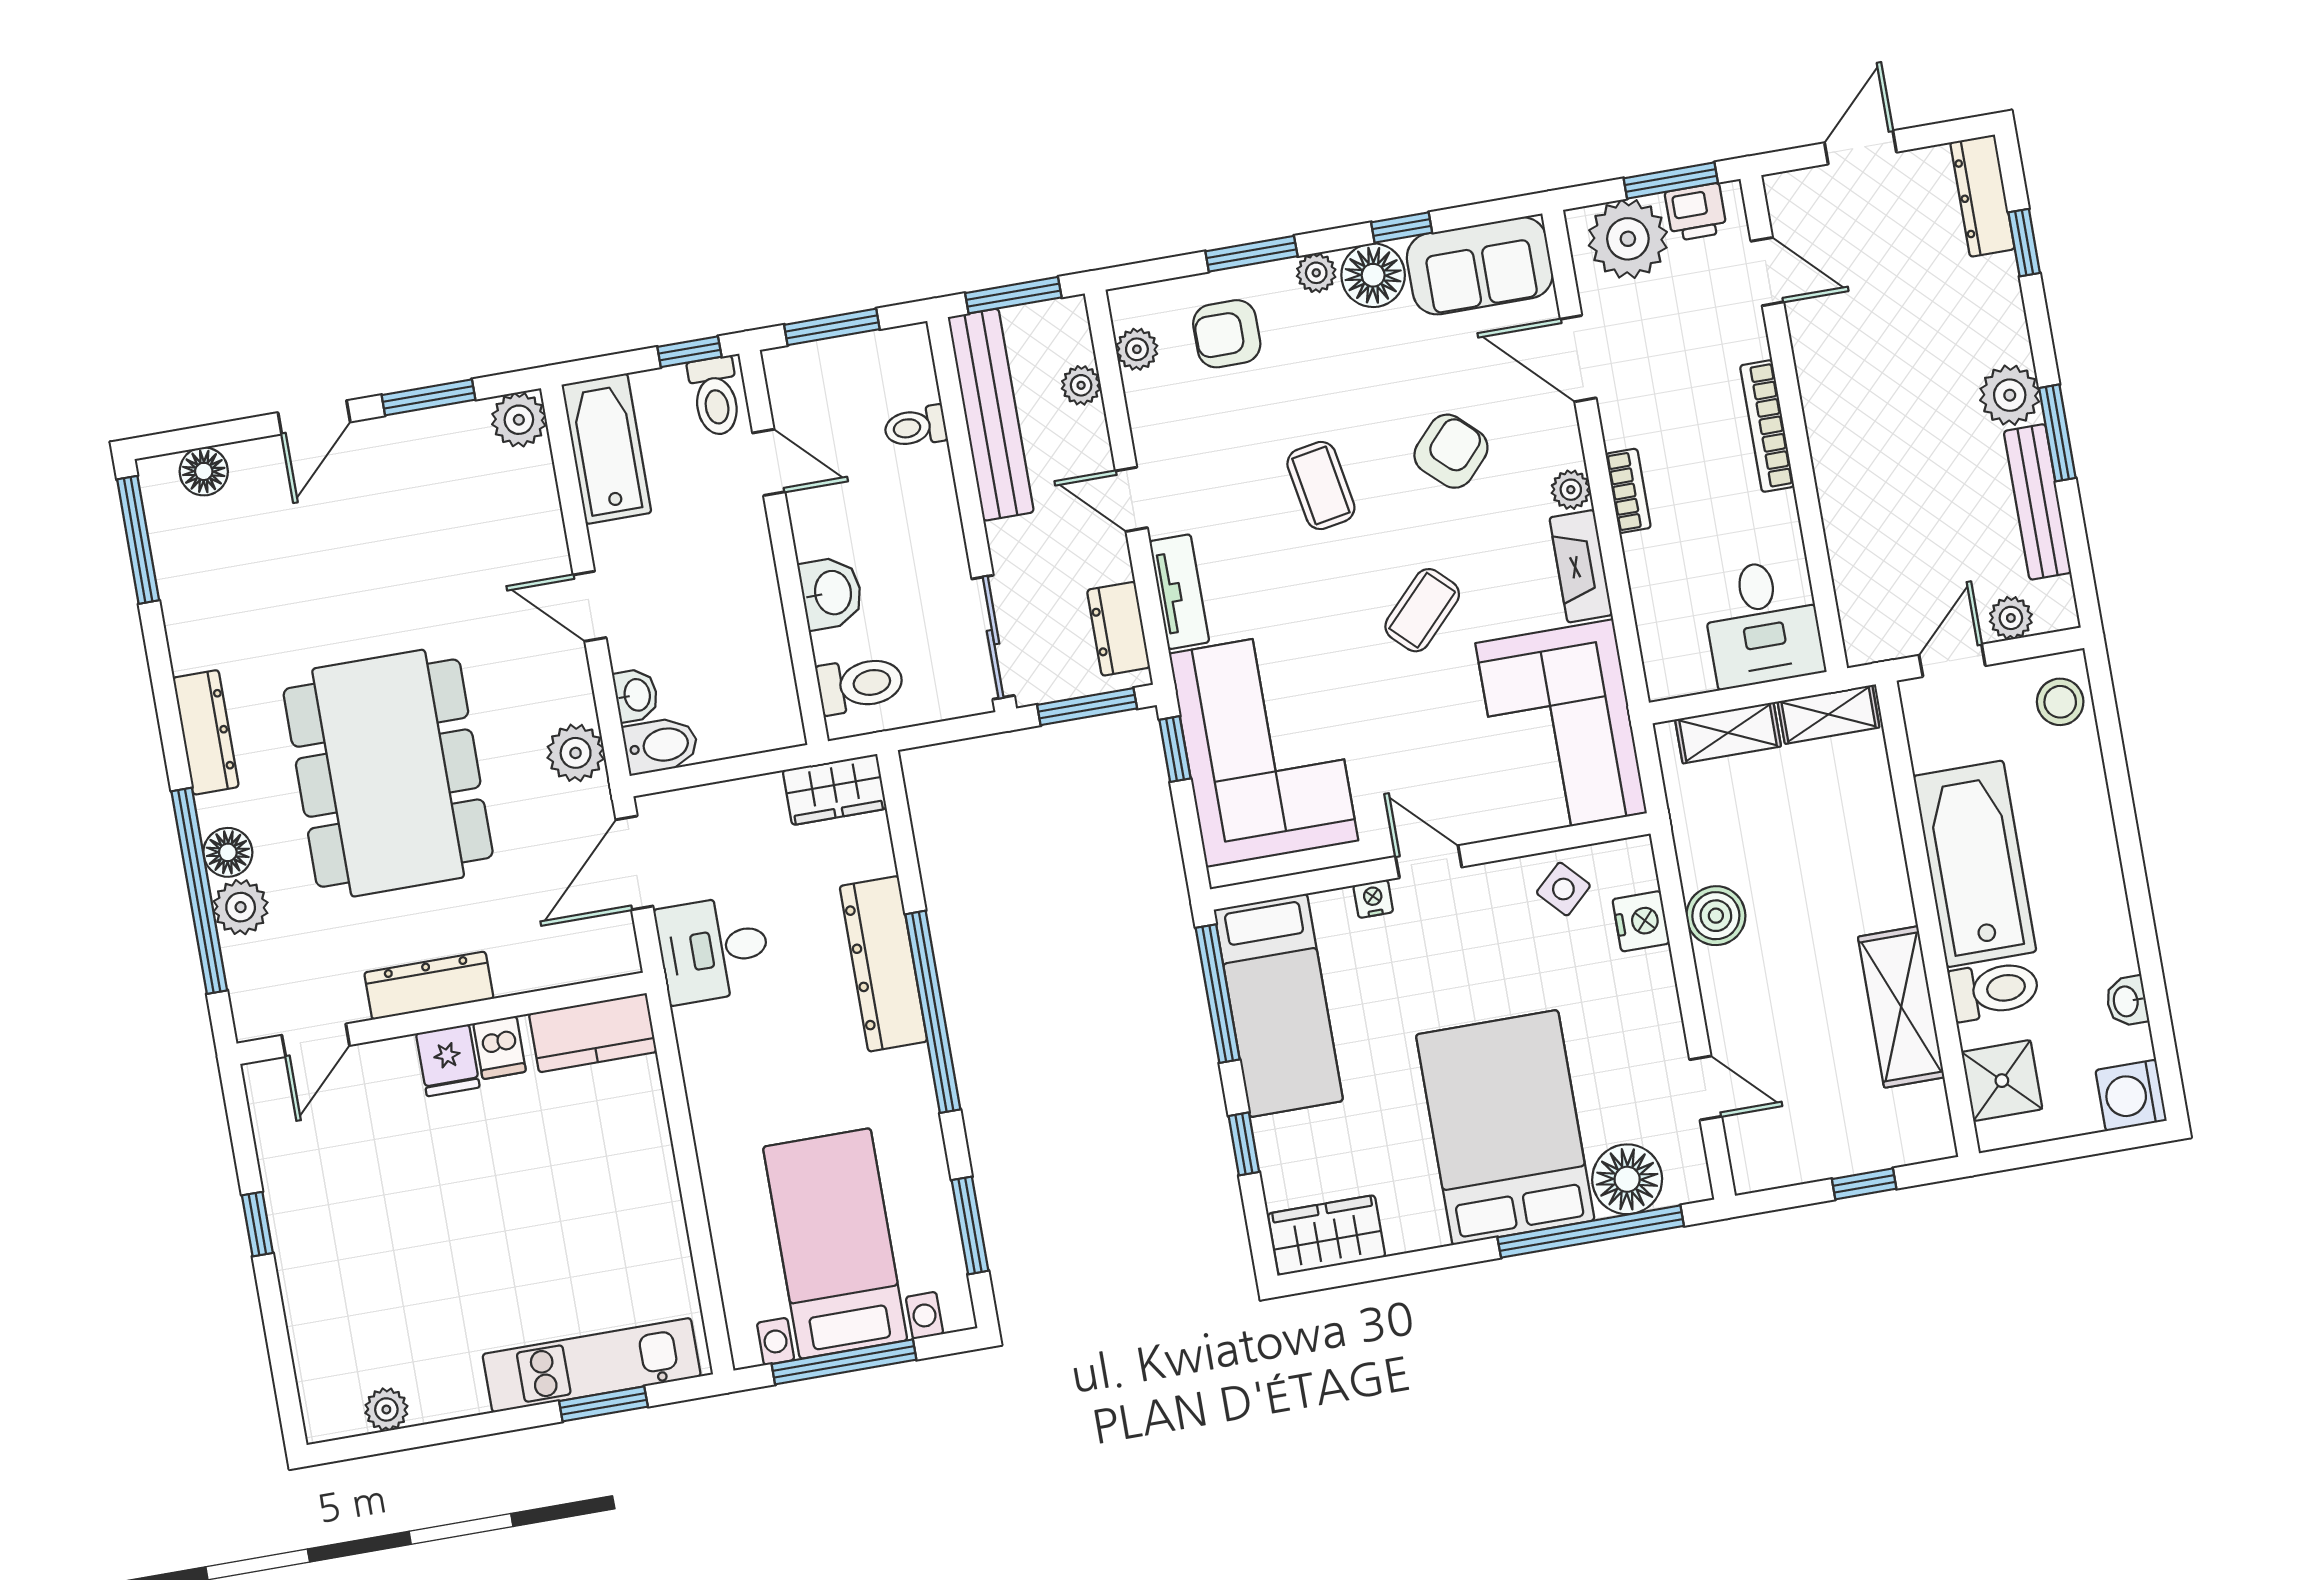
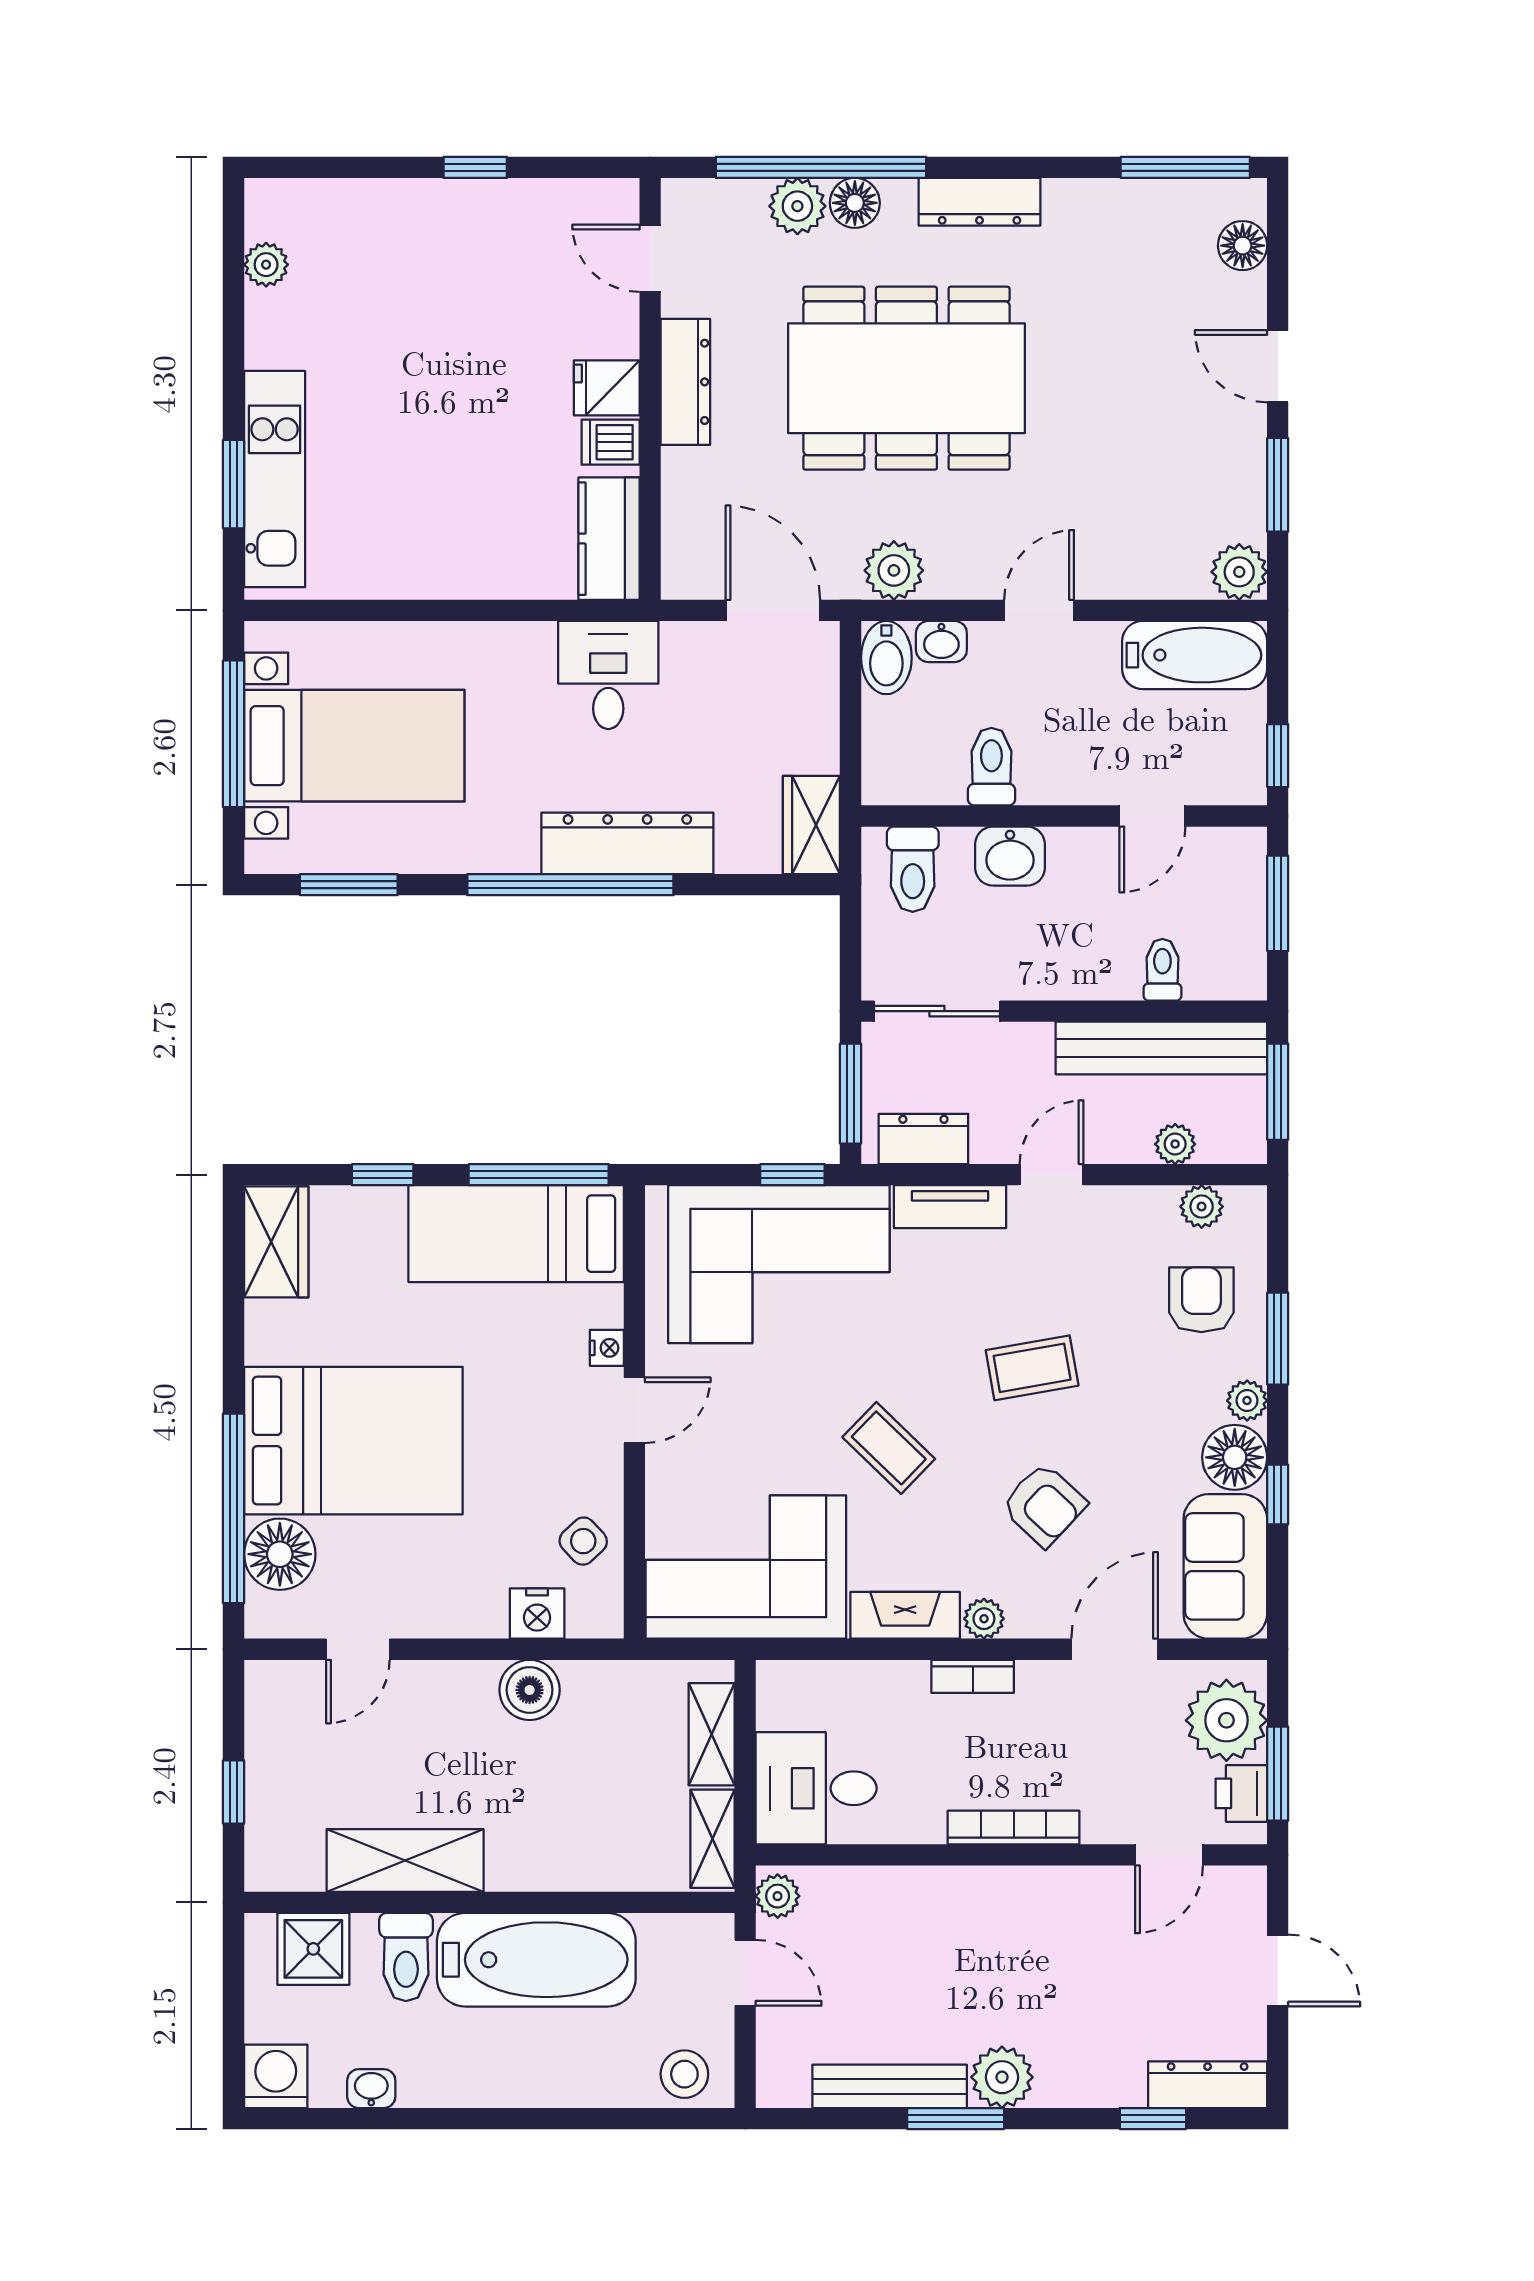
toilet: (715, 396) -> (991, 767), moved, turned 90
plant: (2011, 618) -> (778, 1896), moved
desk: (714, 949) -> (608, 675), moved

